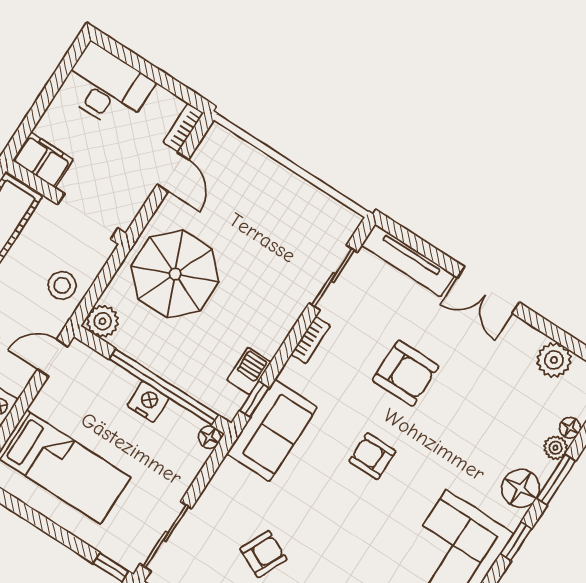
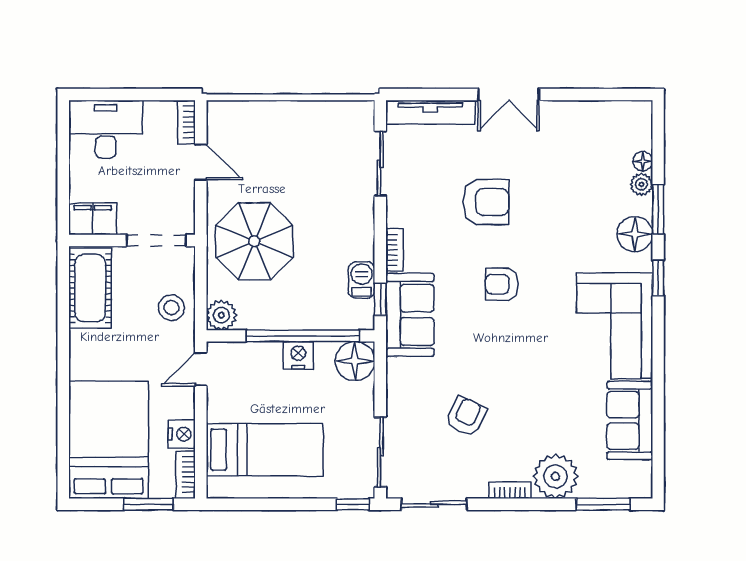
bookcase: (311, 340) -> (394, 250), moved
plant: (554, 360) -> (596, 116), removed
floor lamp: (209, 437) -> (355, 361), width x1.89, depth x1.89

